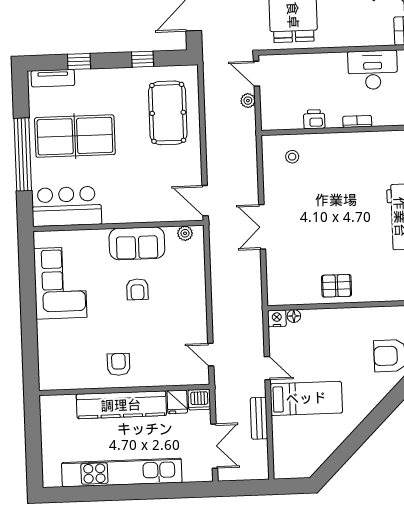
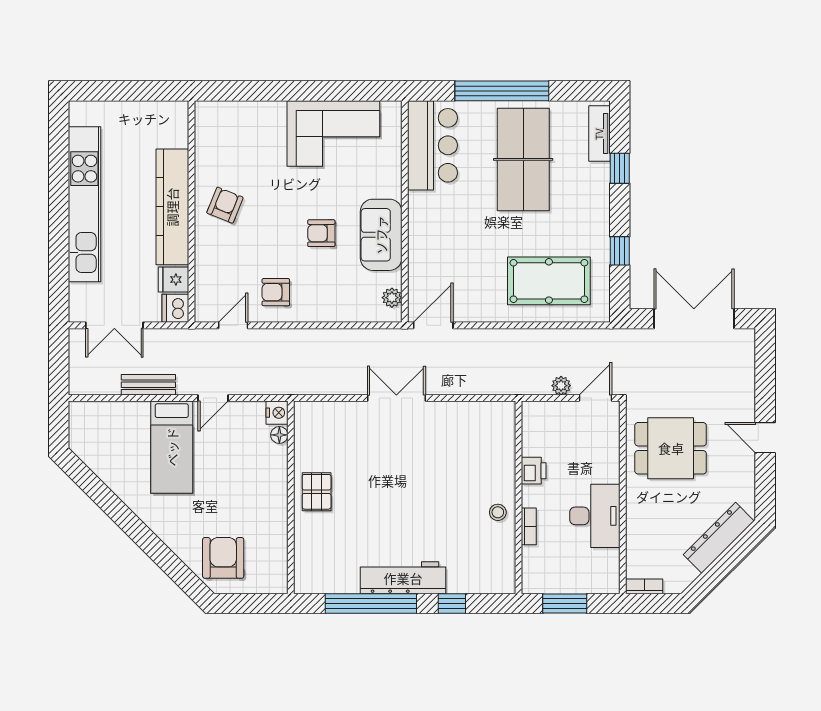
desk: (373, 70) -> (595, 516), moved
stool: (292, 157) -> (498, 512), moved
armchair: (184, 323) -> (276, 292), added
armchair: (119, 364) -> (225, 205), turned -68

